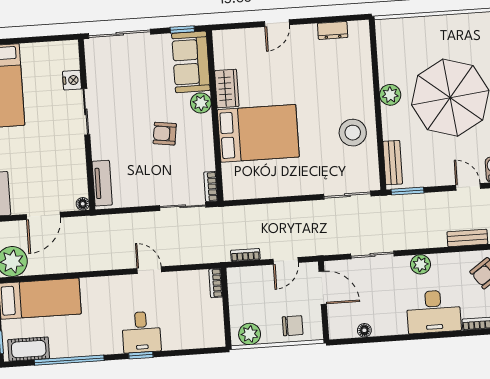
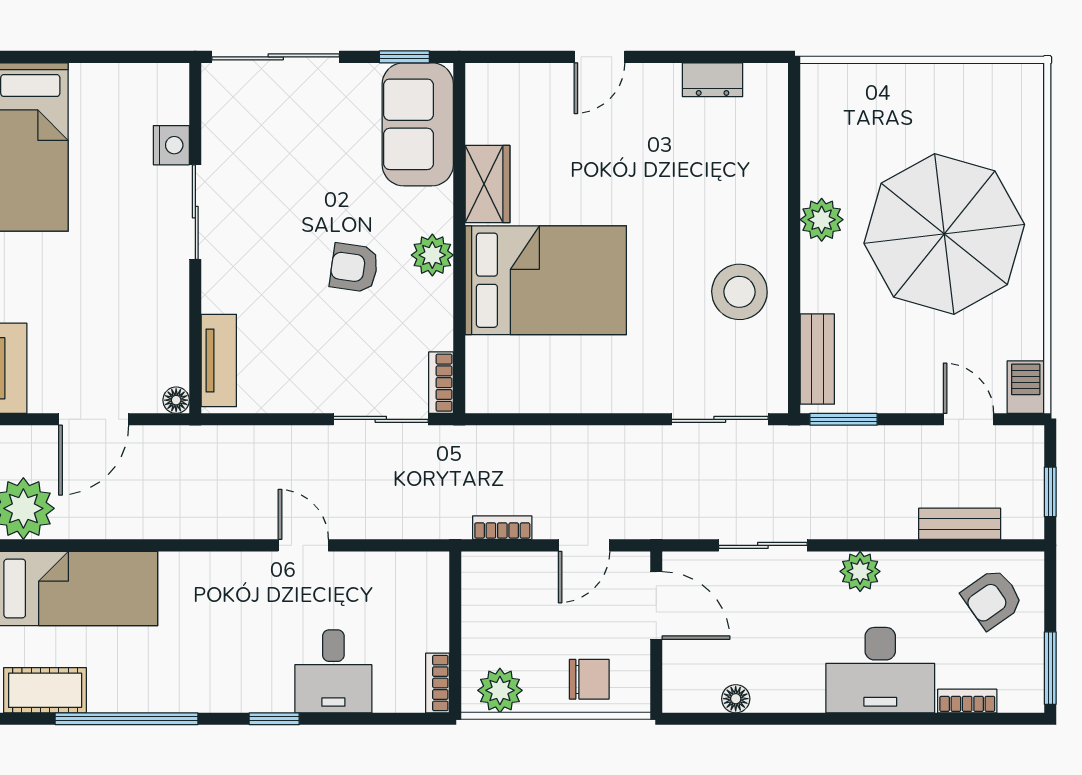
plant: (201, 103) -> (432, 255), moved
bookcase: (216, 283) -> (437, 683), moved
desk: (141, 332) -> (333, 671), moved

